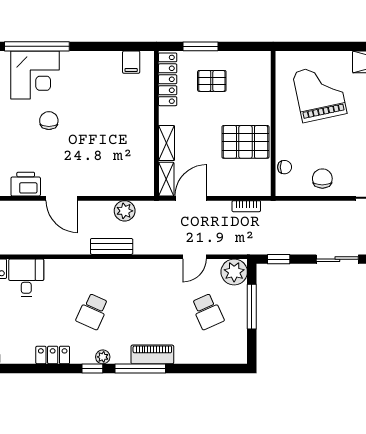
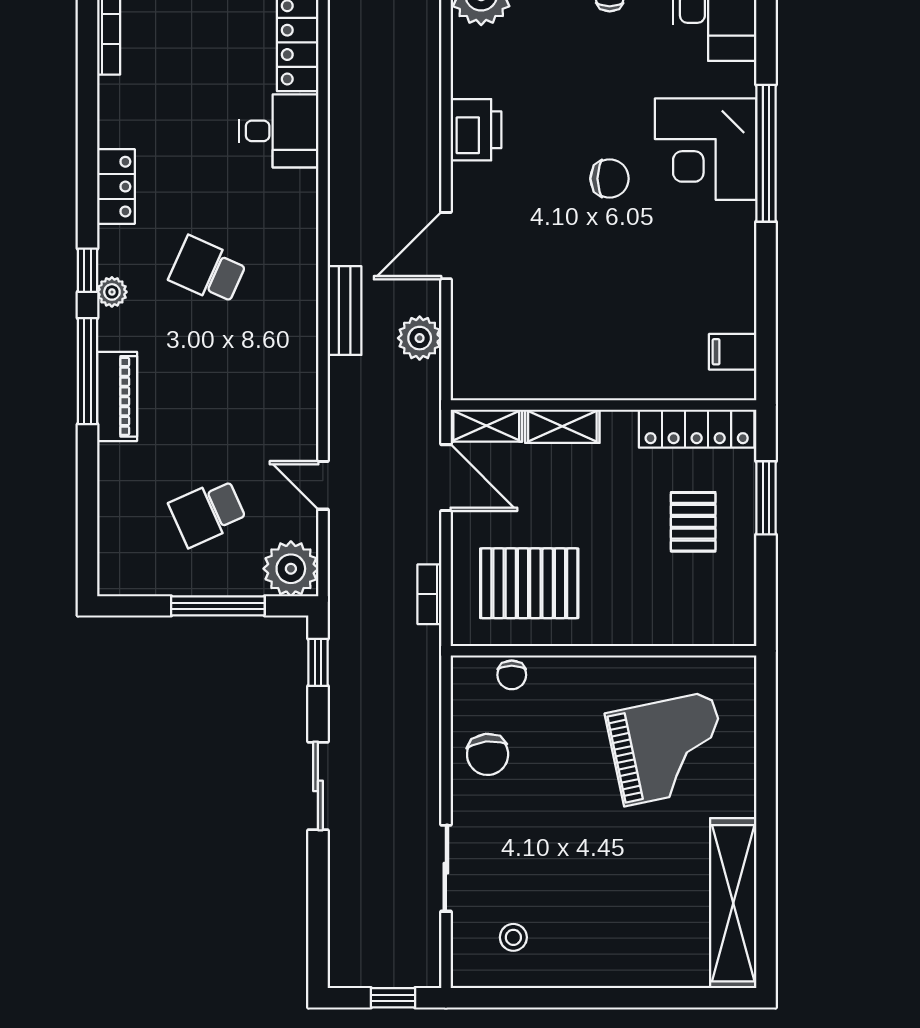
pallet: (245, 142) -> (529, 583), moved, turned 90
chair: (322, 179) -> (488, 754), turned 84
door: (62, 198) -> (446, 246), moved

